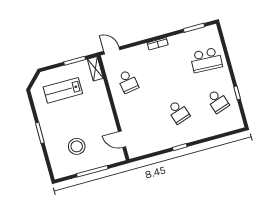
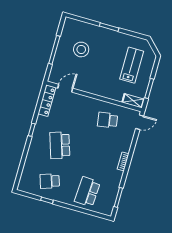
school desk: (178, 112) -> (60, 145), width x1.85
locker: (144, 149) -> (47, 101), added

